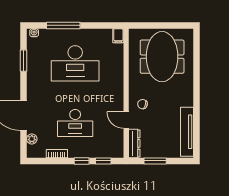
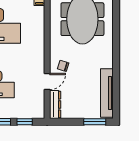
door: (126, 120) -> (47, 82), swing flipped
window: (155, 161) -> (95, 122), moved

